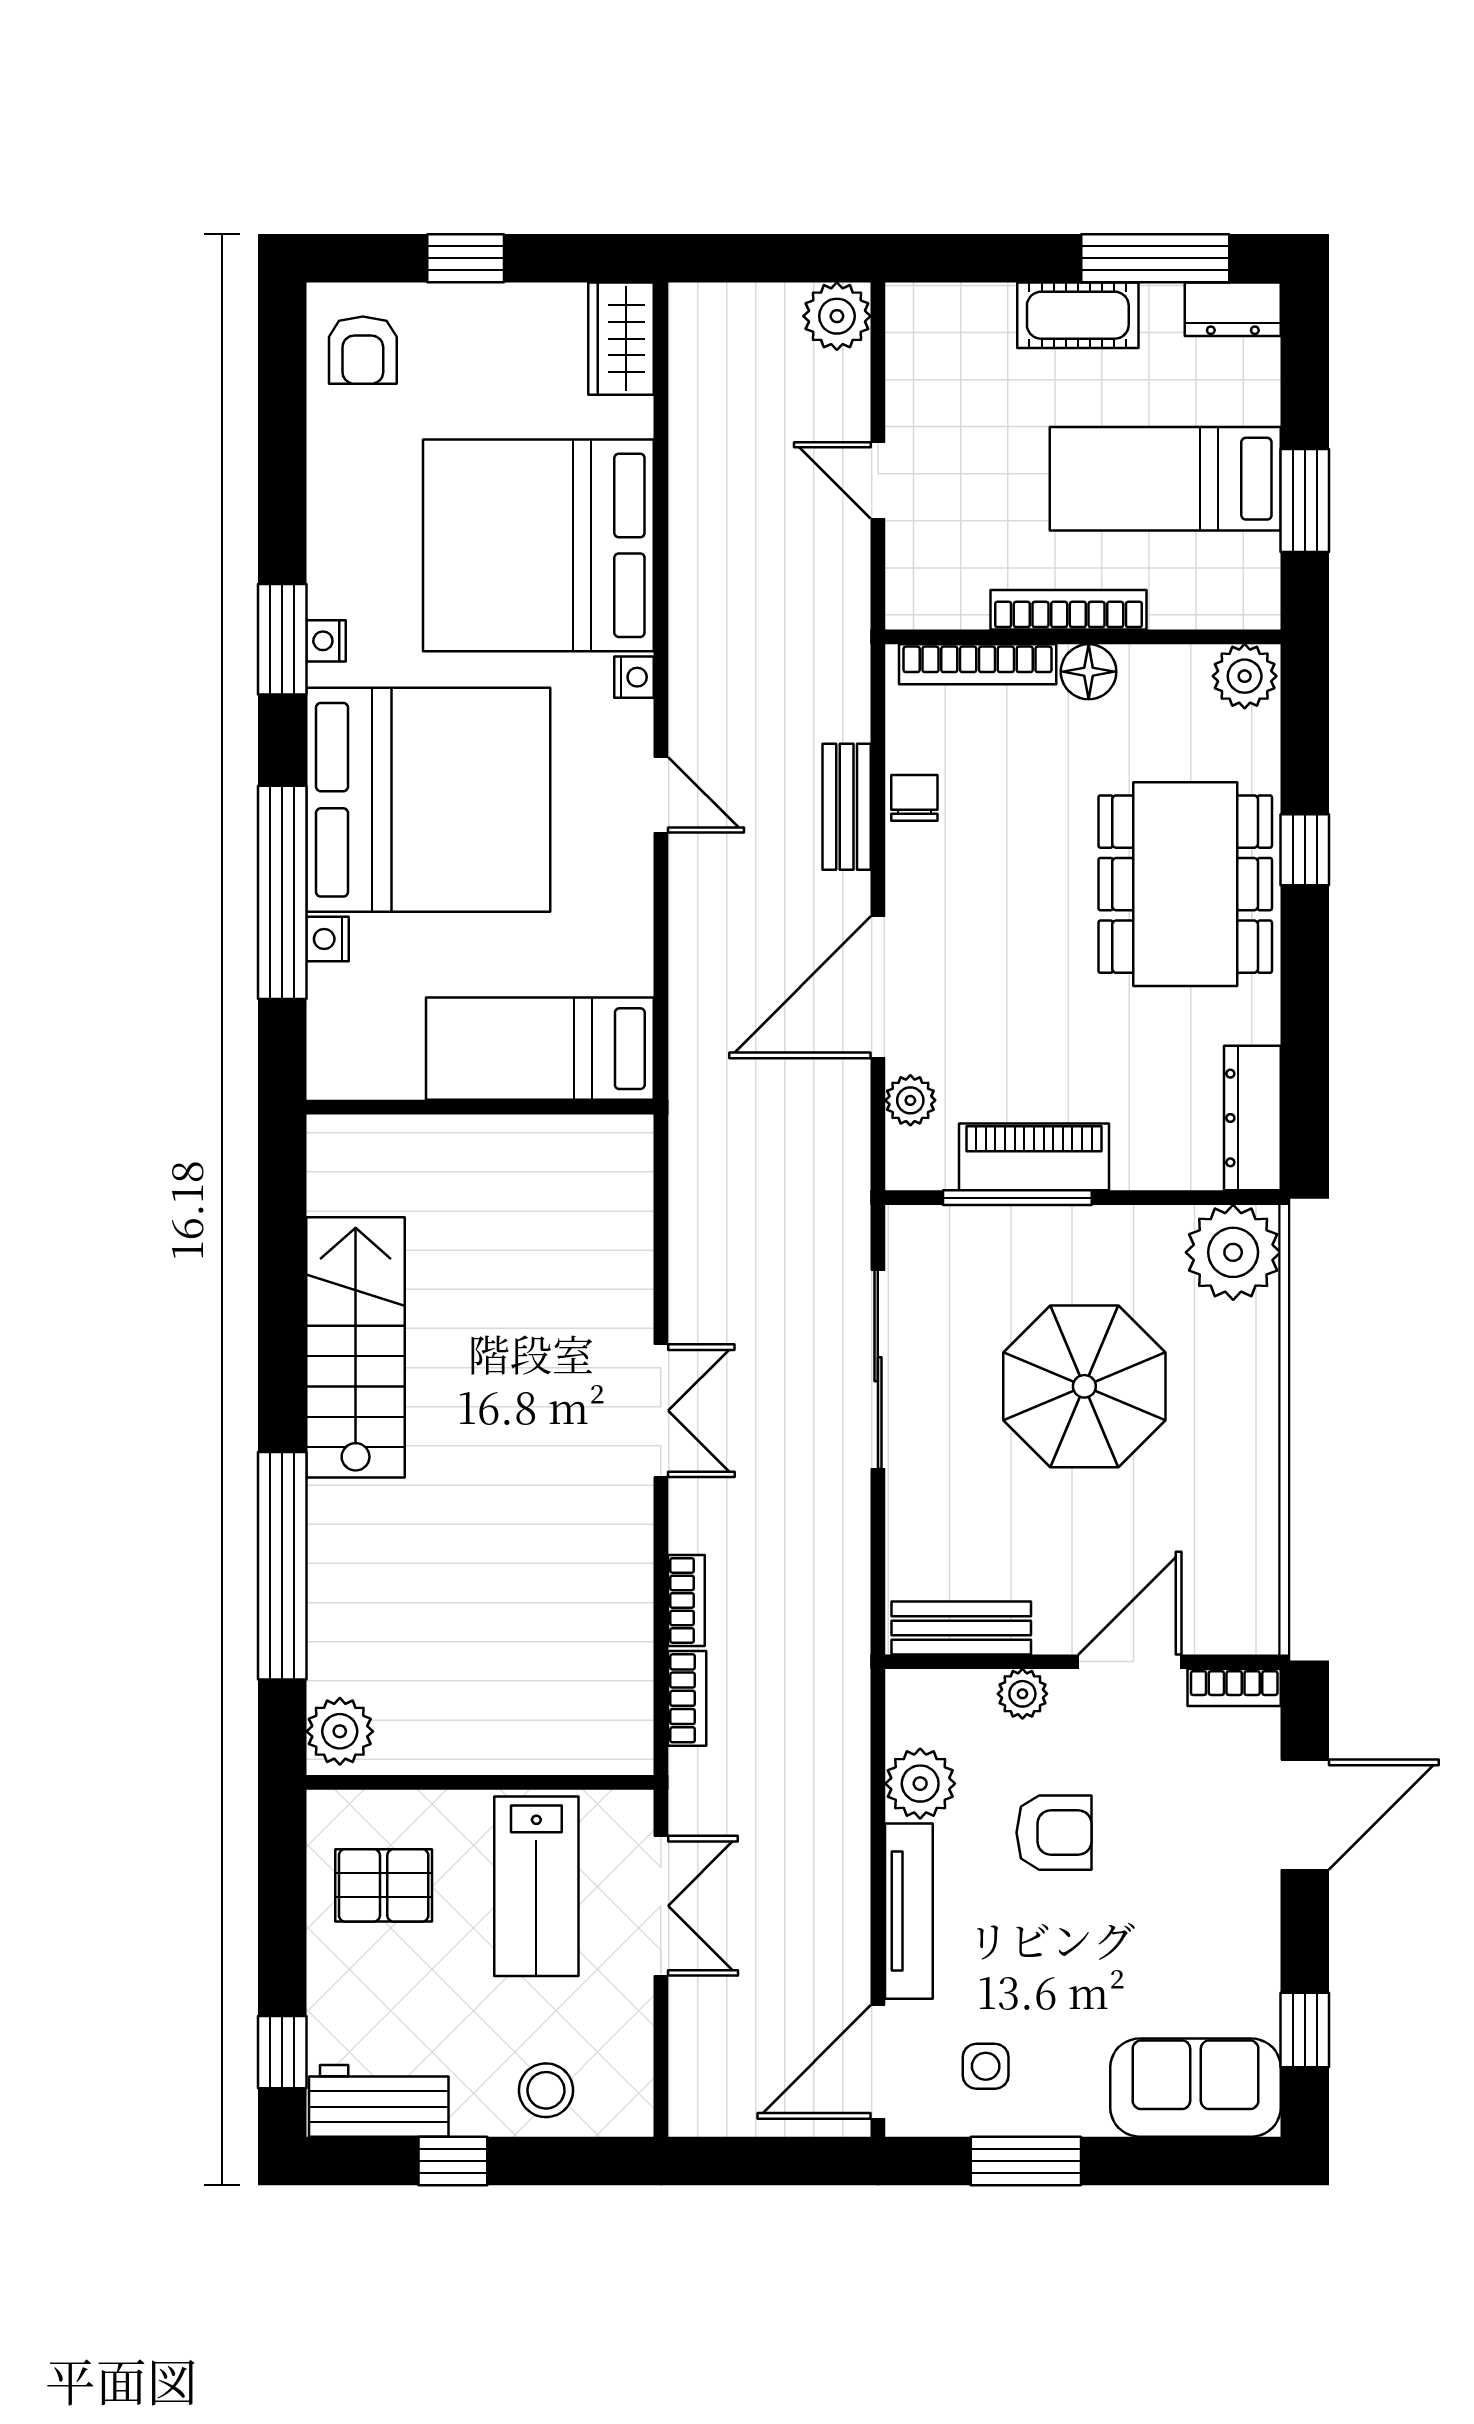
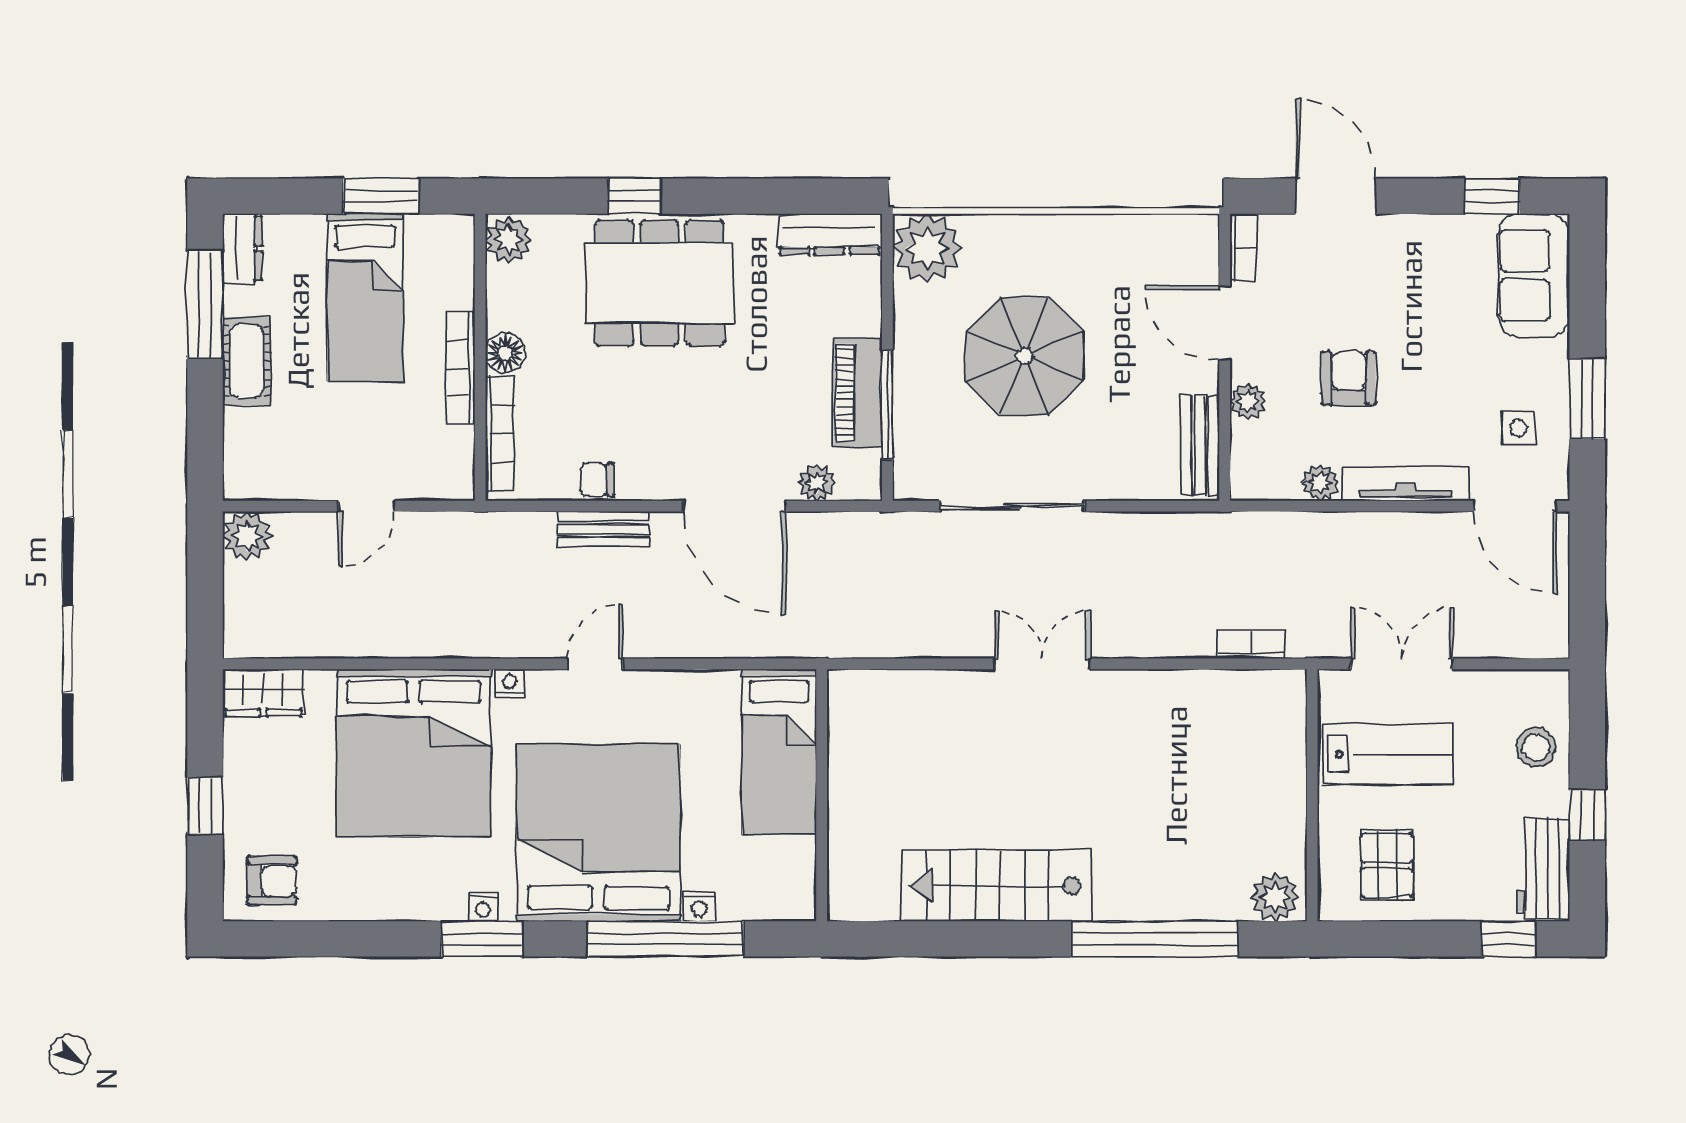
bookcase: (686, 1600) -> (1180, 645), removed
plant: (920, 1784) -> (1320, 482), width x0.73, depth x0.73

